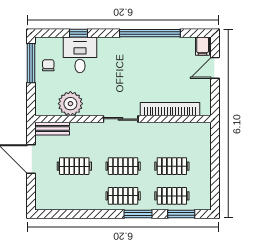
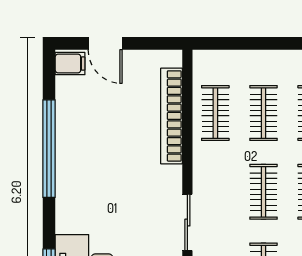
sliding door: (121, 119) -> (187, 222), moved
clothes rail: (172, 136) -> (215, 113), added

